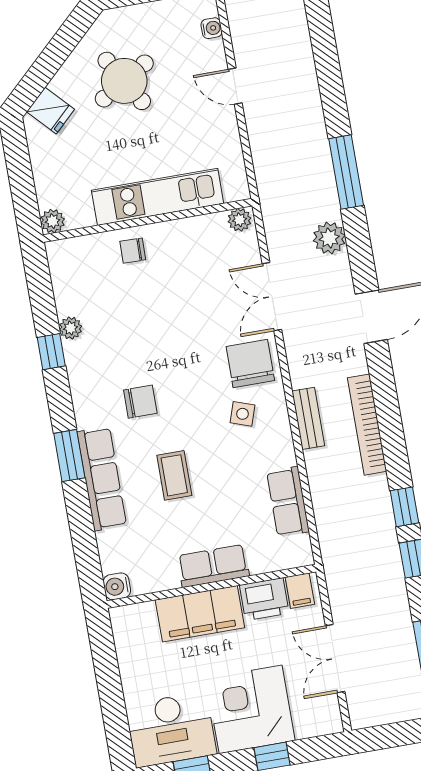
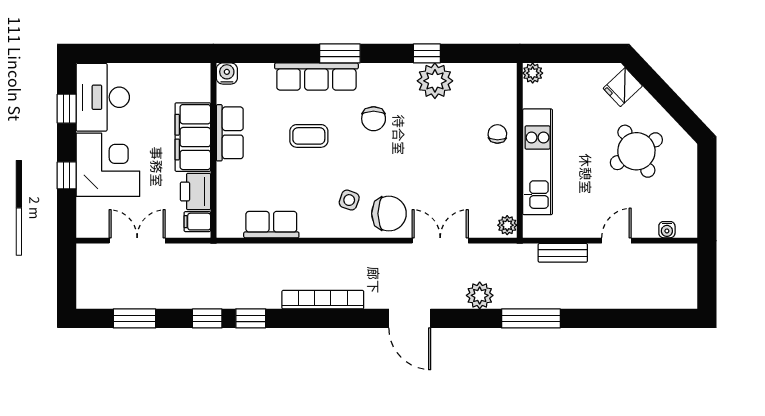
plant: (71, 328) -> (435, 81), width x1.87, depth x1.87
bench: (308, 418) -> (563, 253), moved
row of seats: (213, 566) -> (230, 133), moved

